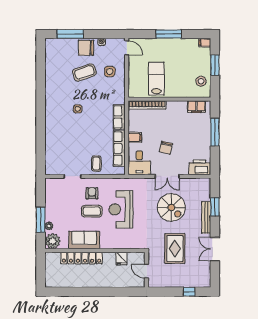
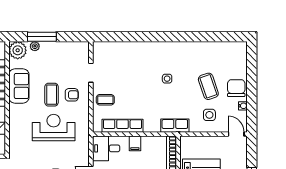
window: (70, 34) -> (252, 70), removed
door: (127, 48) -> (236, 134), swing flipped
row of seats: (119, 117) -> (175, 126), moved

